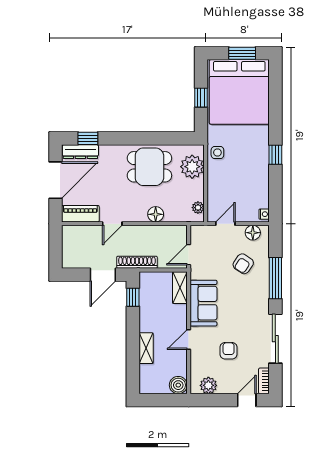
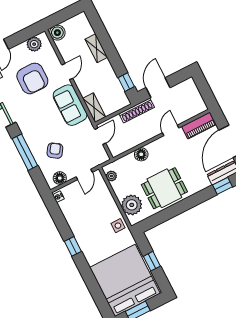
armchair: (229, 351) -> (32, 78), width x1.88, depth x1.88

